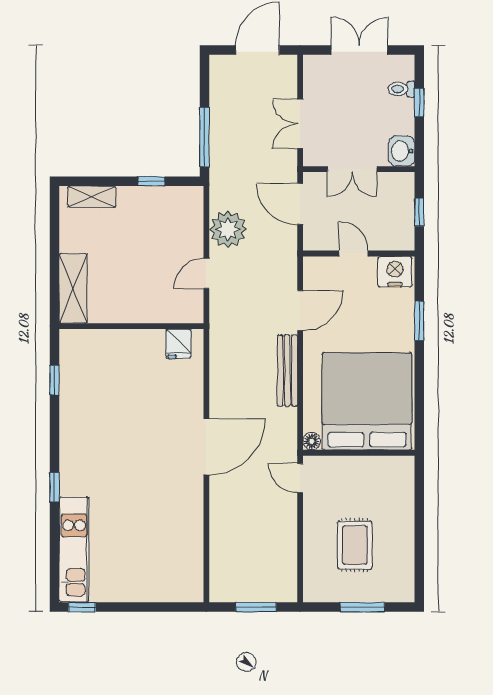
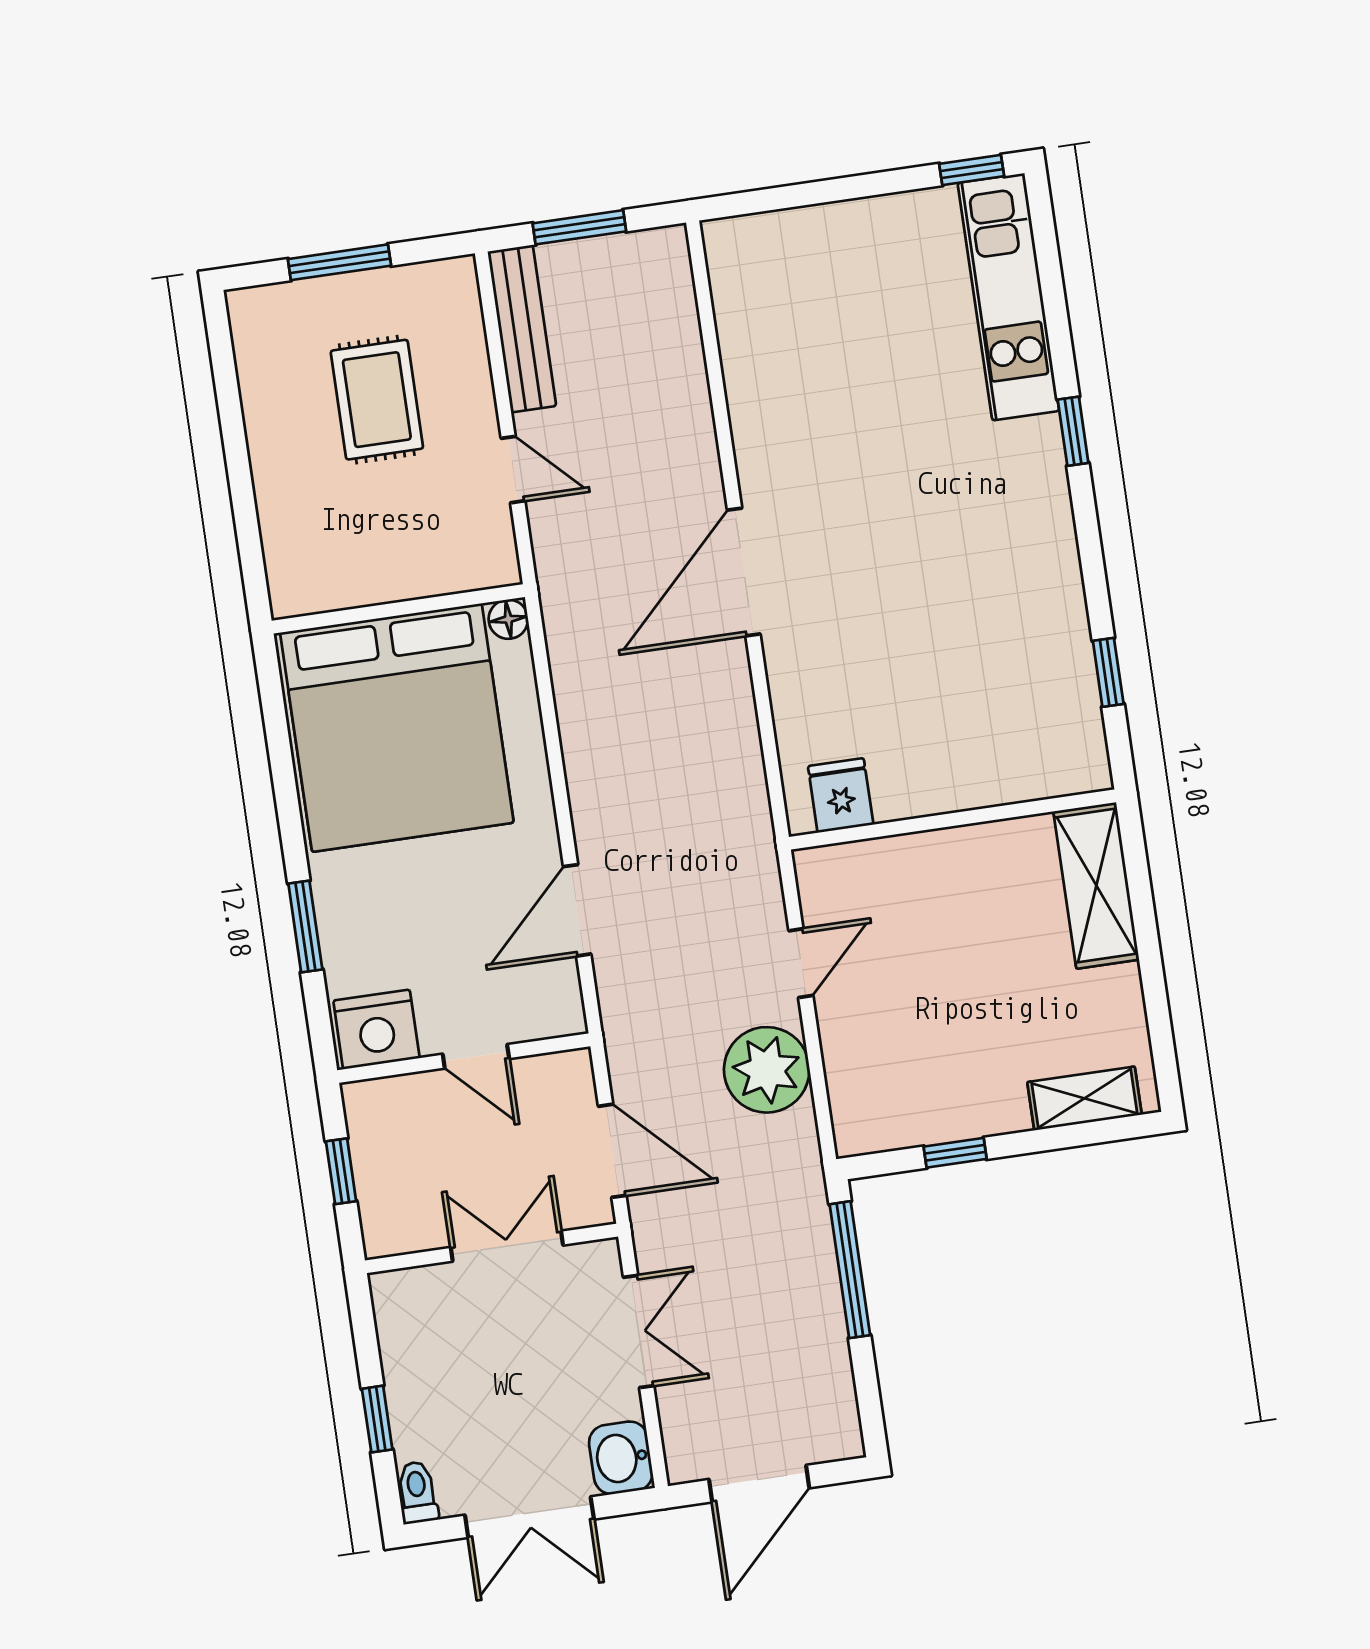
toilet: (401, 89) -> (417, 1492), moved, turned -90
washbasin: (402, 151) -> (621, 1458), moved, turned 180
bench: (287, 371) -> (522, 329), moved
door: (300, 478) -> (513, 470), moved

